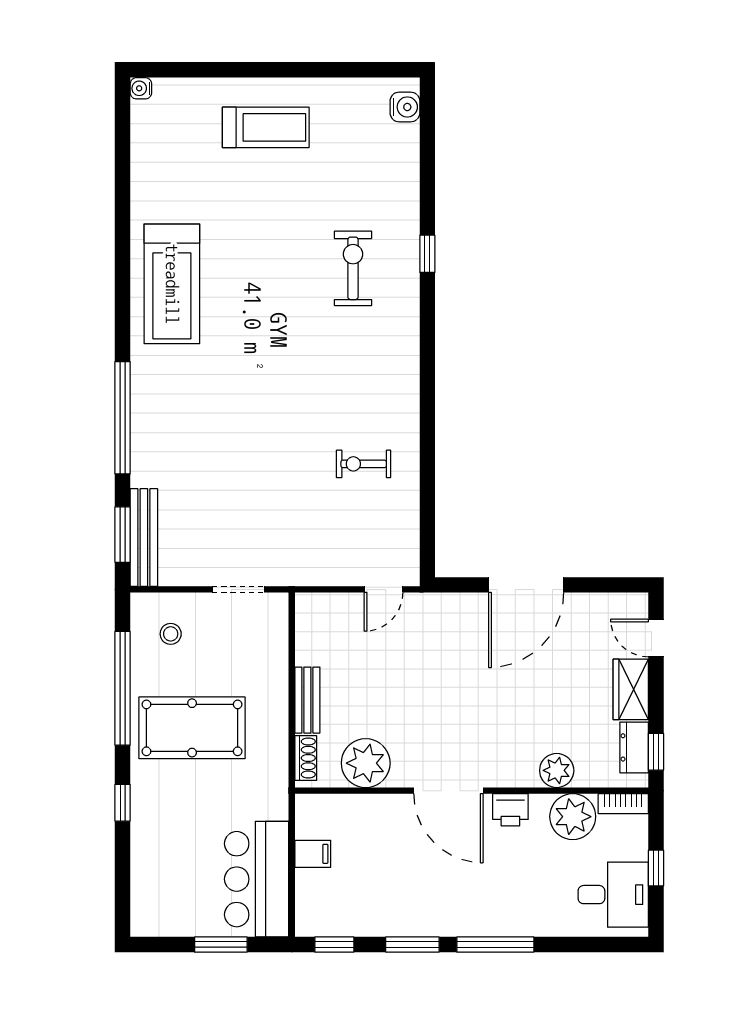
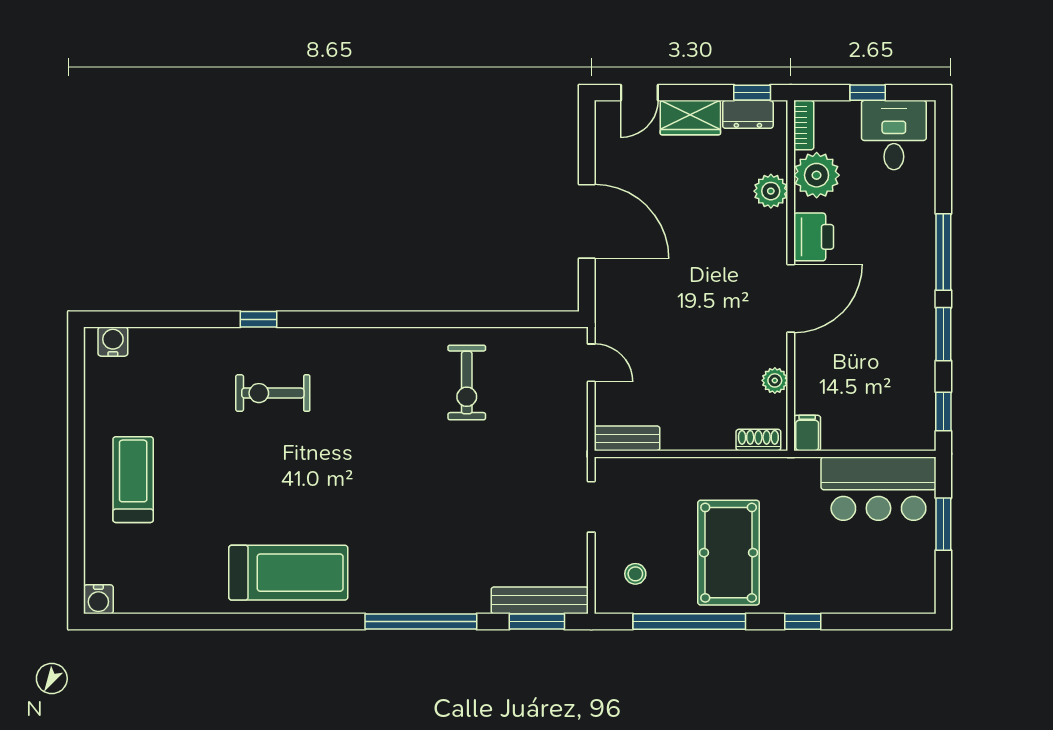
water cooler: (141, 88) -> (98, 599), width x1.38, depth x1.38
exercise bike: (364, 464) -> (467, 383), width x1.38, depth x1.39
bench: (307, 700) -> (627, 438), moved
plant: (366, 763) -> (775, 380), width x0.53, depth x0.53
printer: (510, 810) -> (814, 237), width x1.36, depth x1.24
filing cabinet: (313, 854) -> (807, 433), moved

